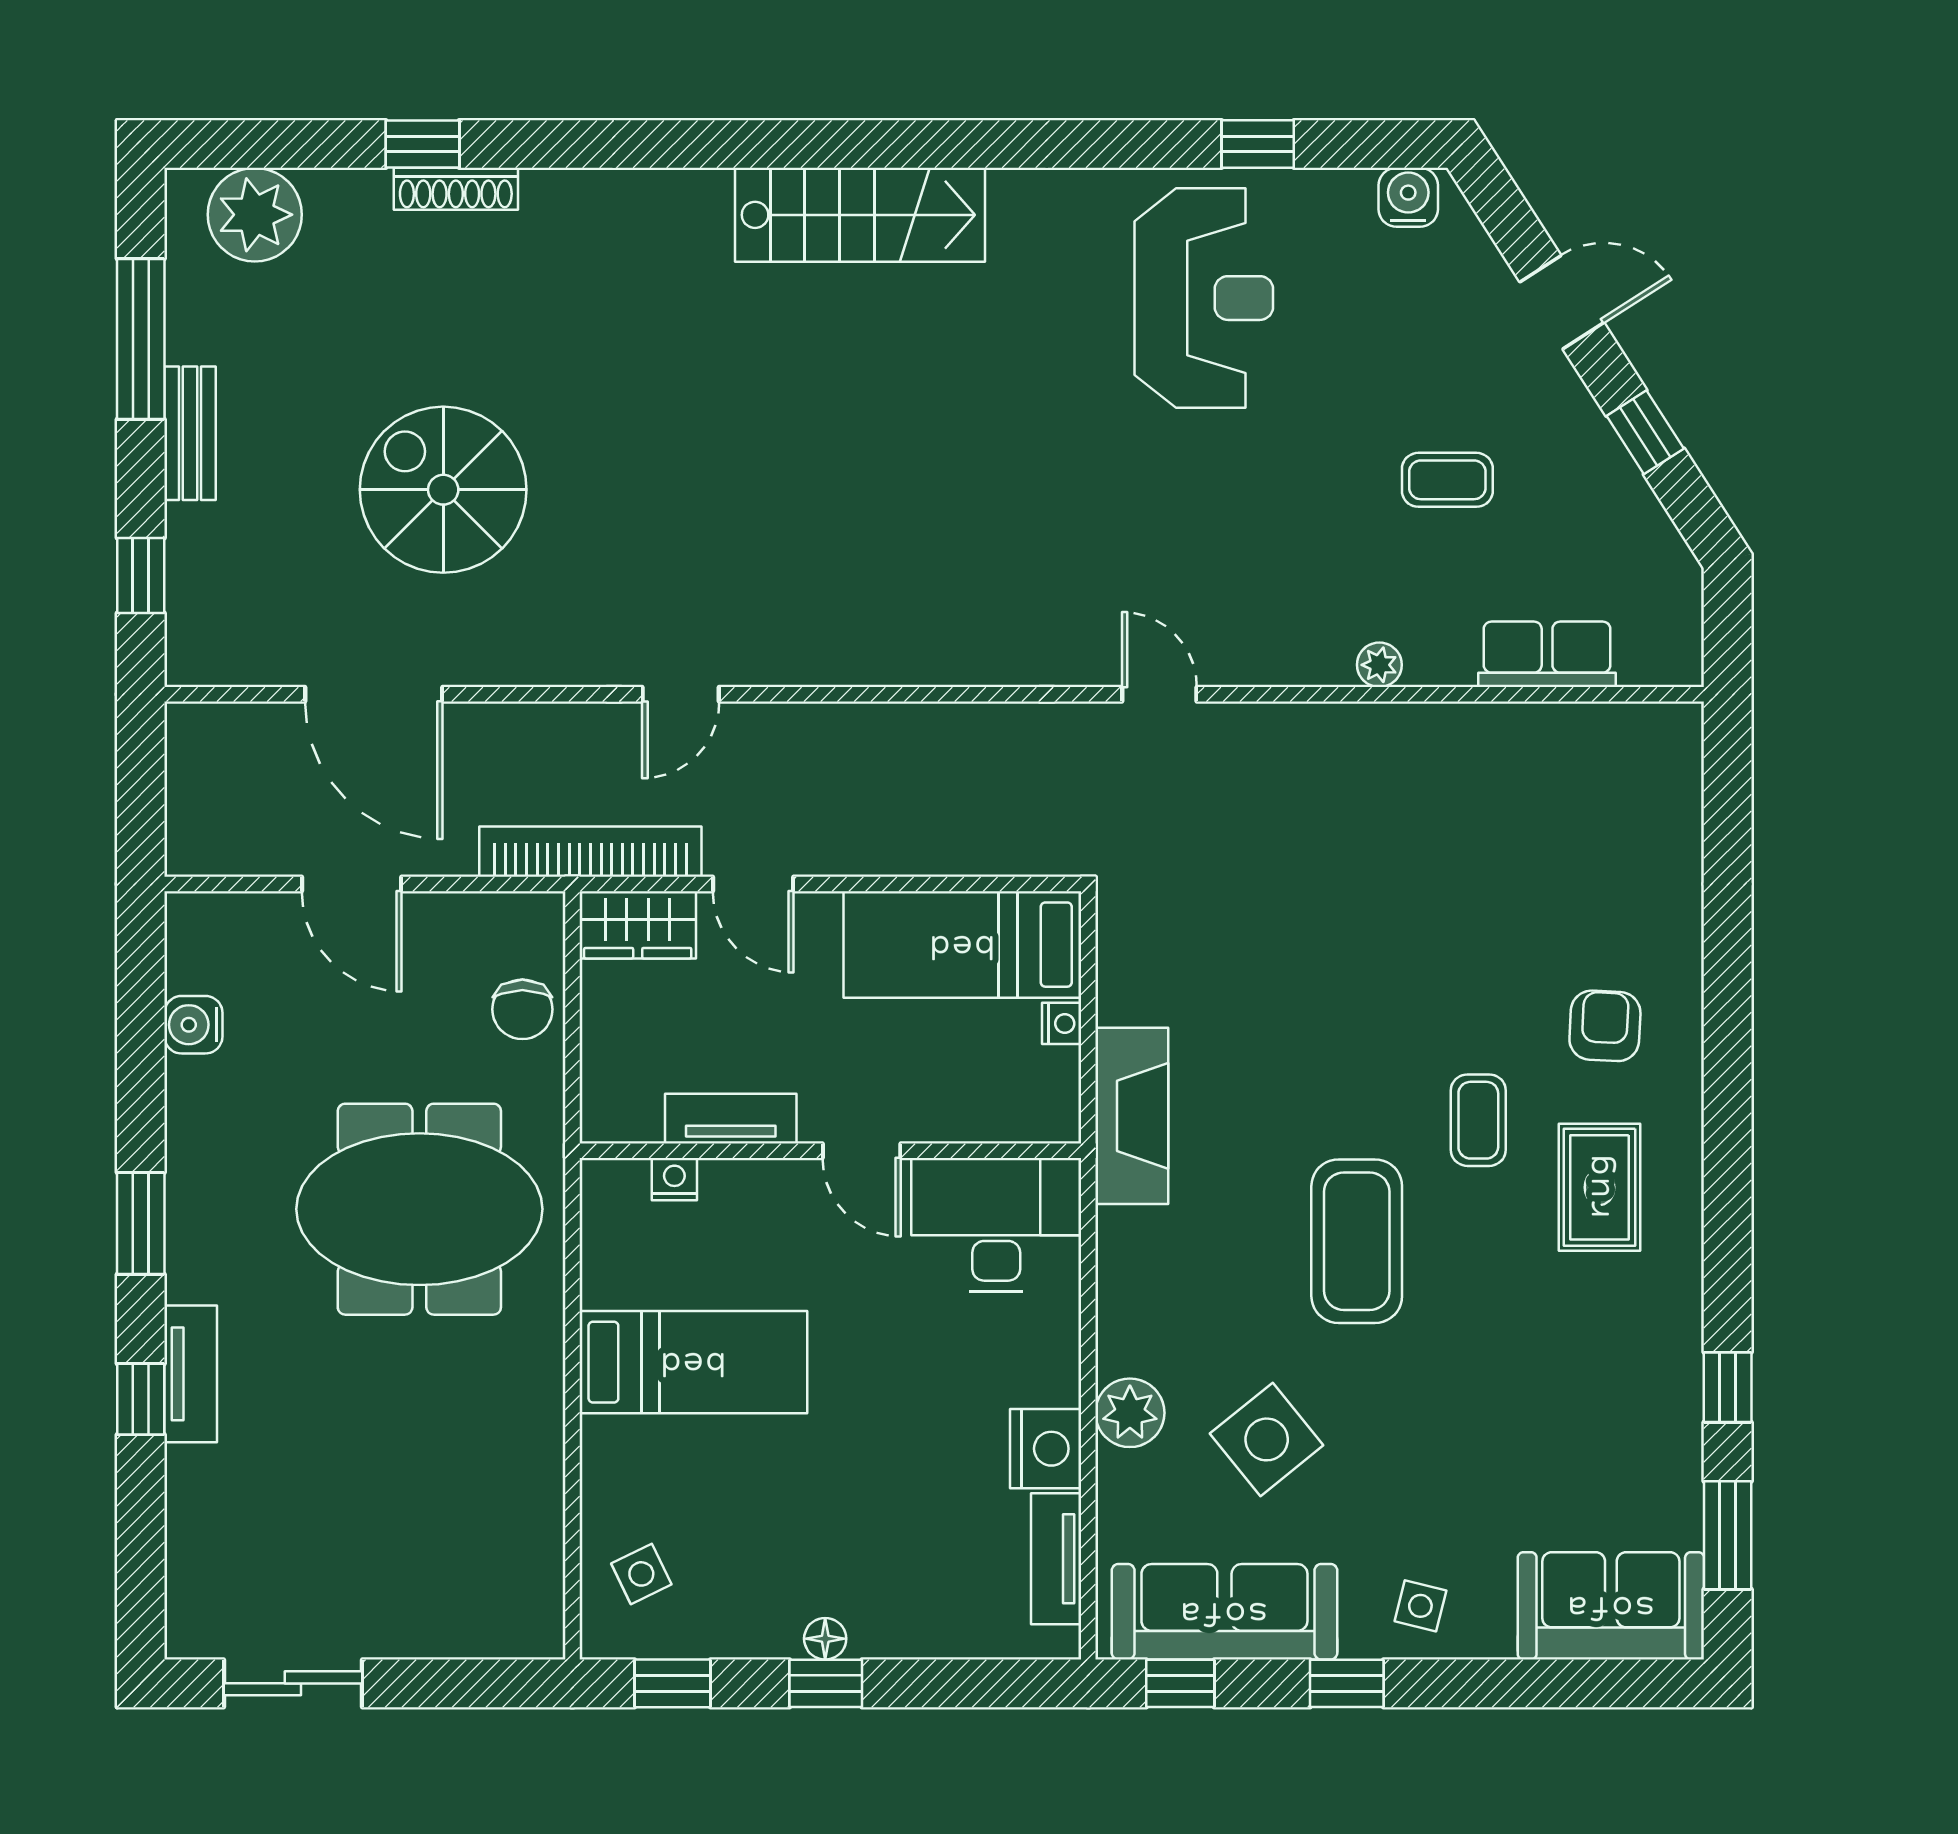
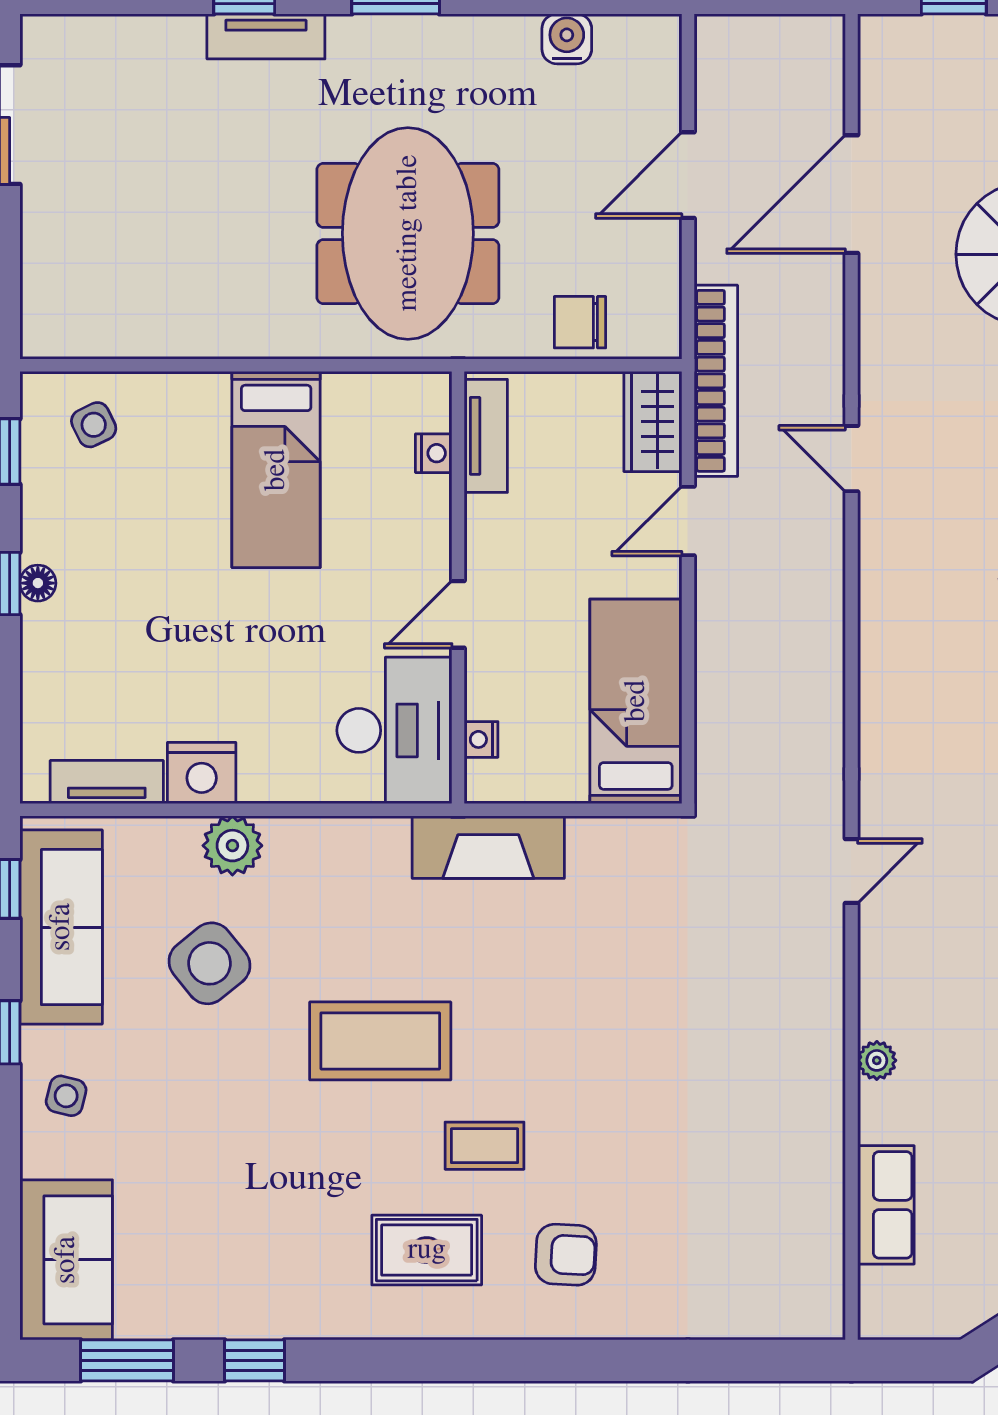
nightstand: (1062, 1023) -> (481, 739), moved, turned 90
tv unit: (731, 1119) -> (486, 436), moved

